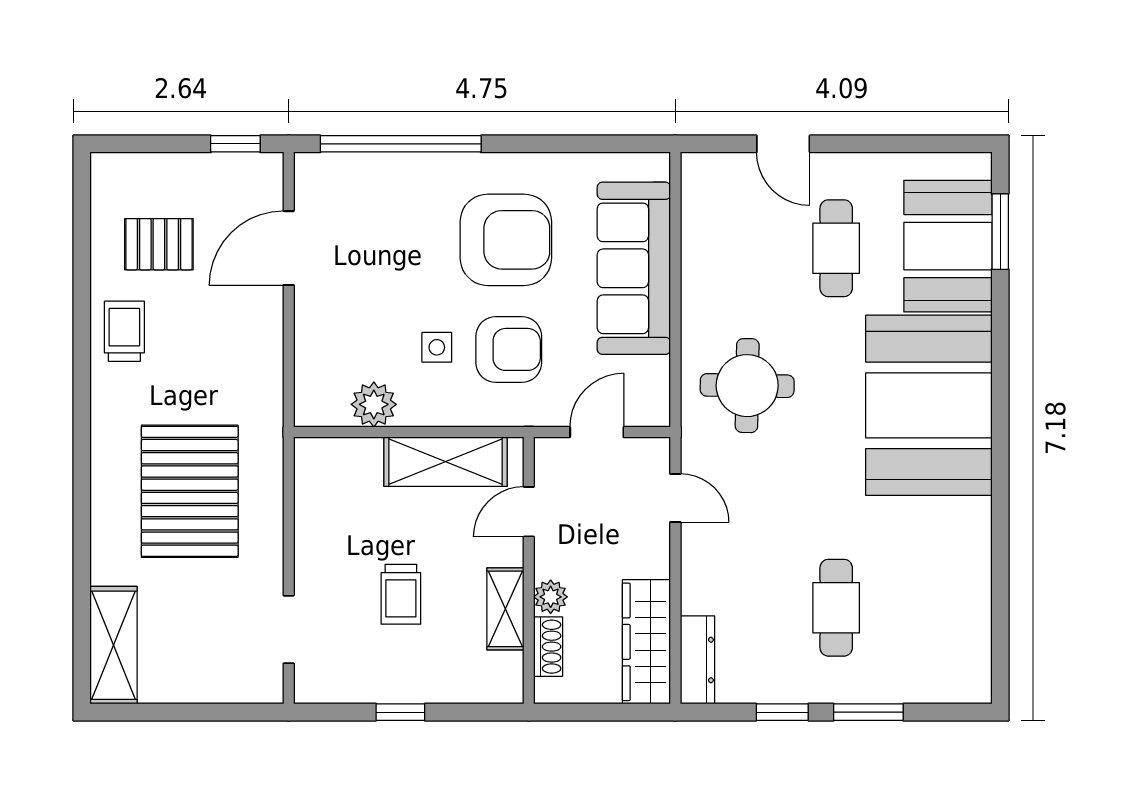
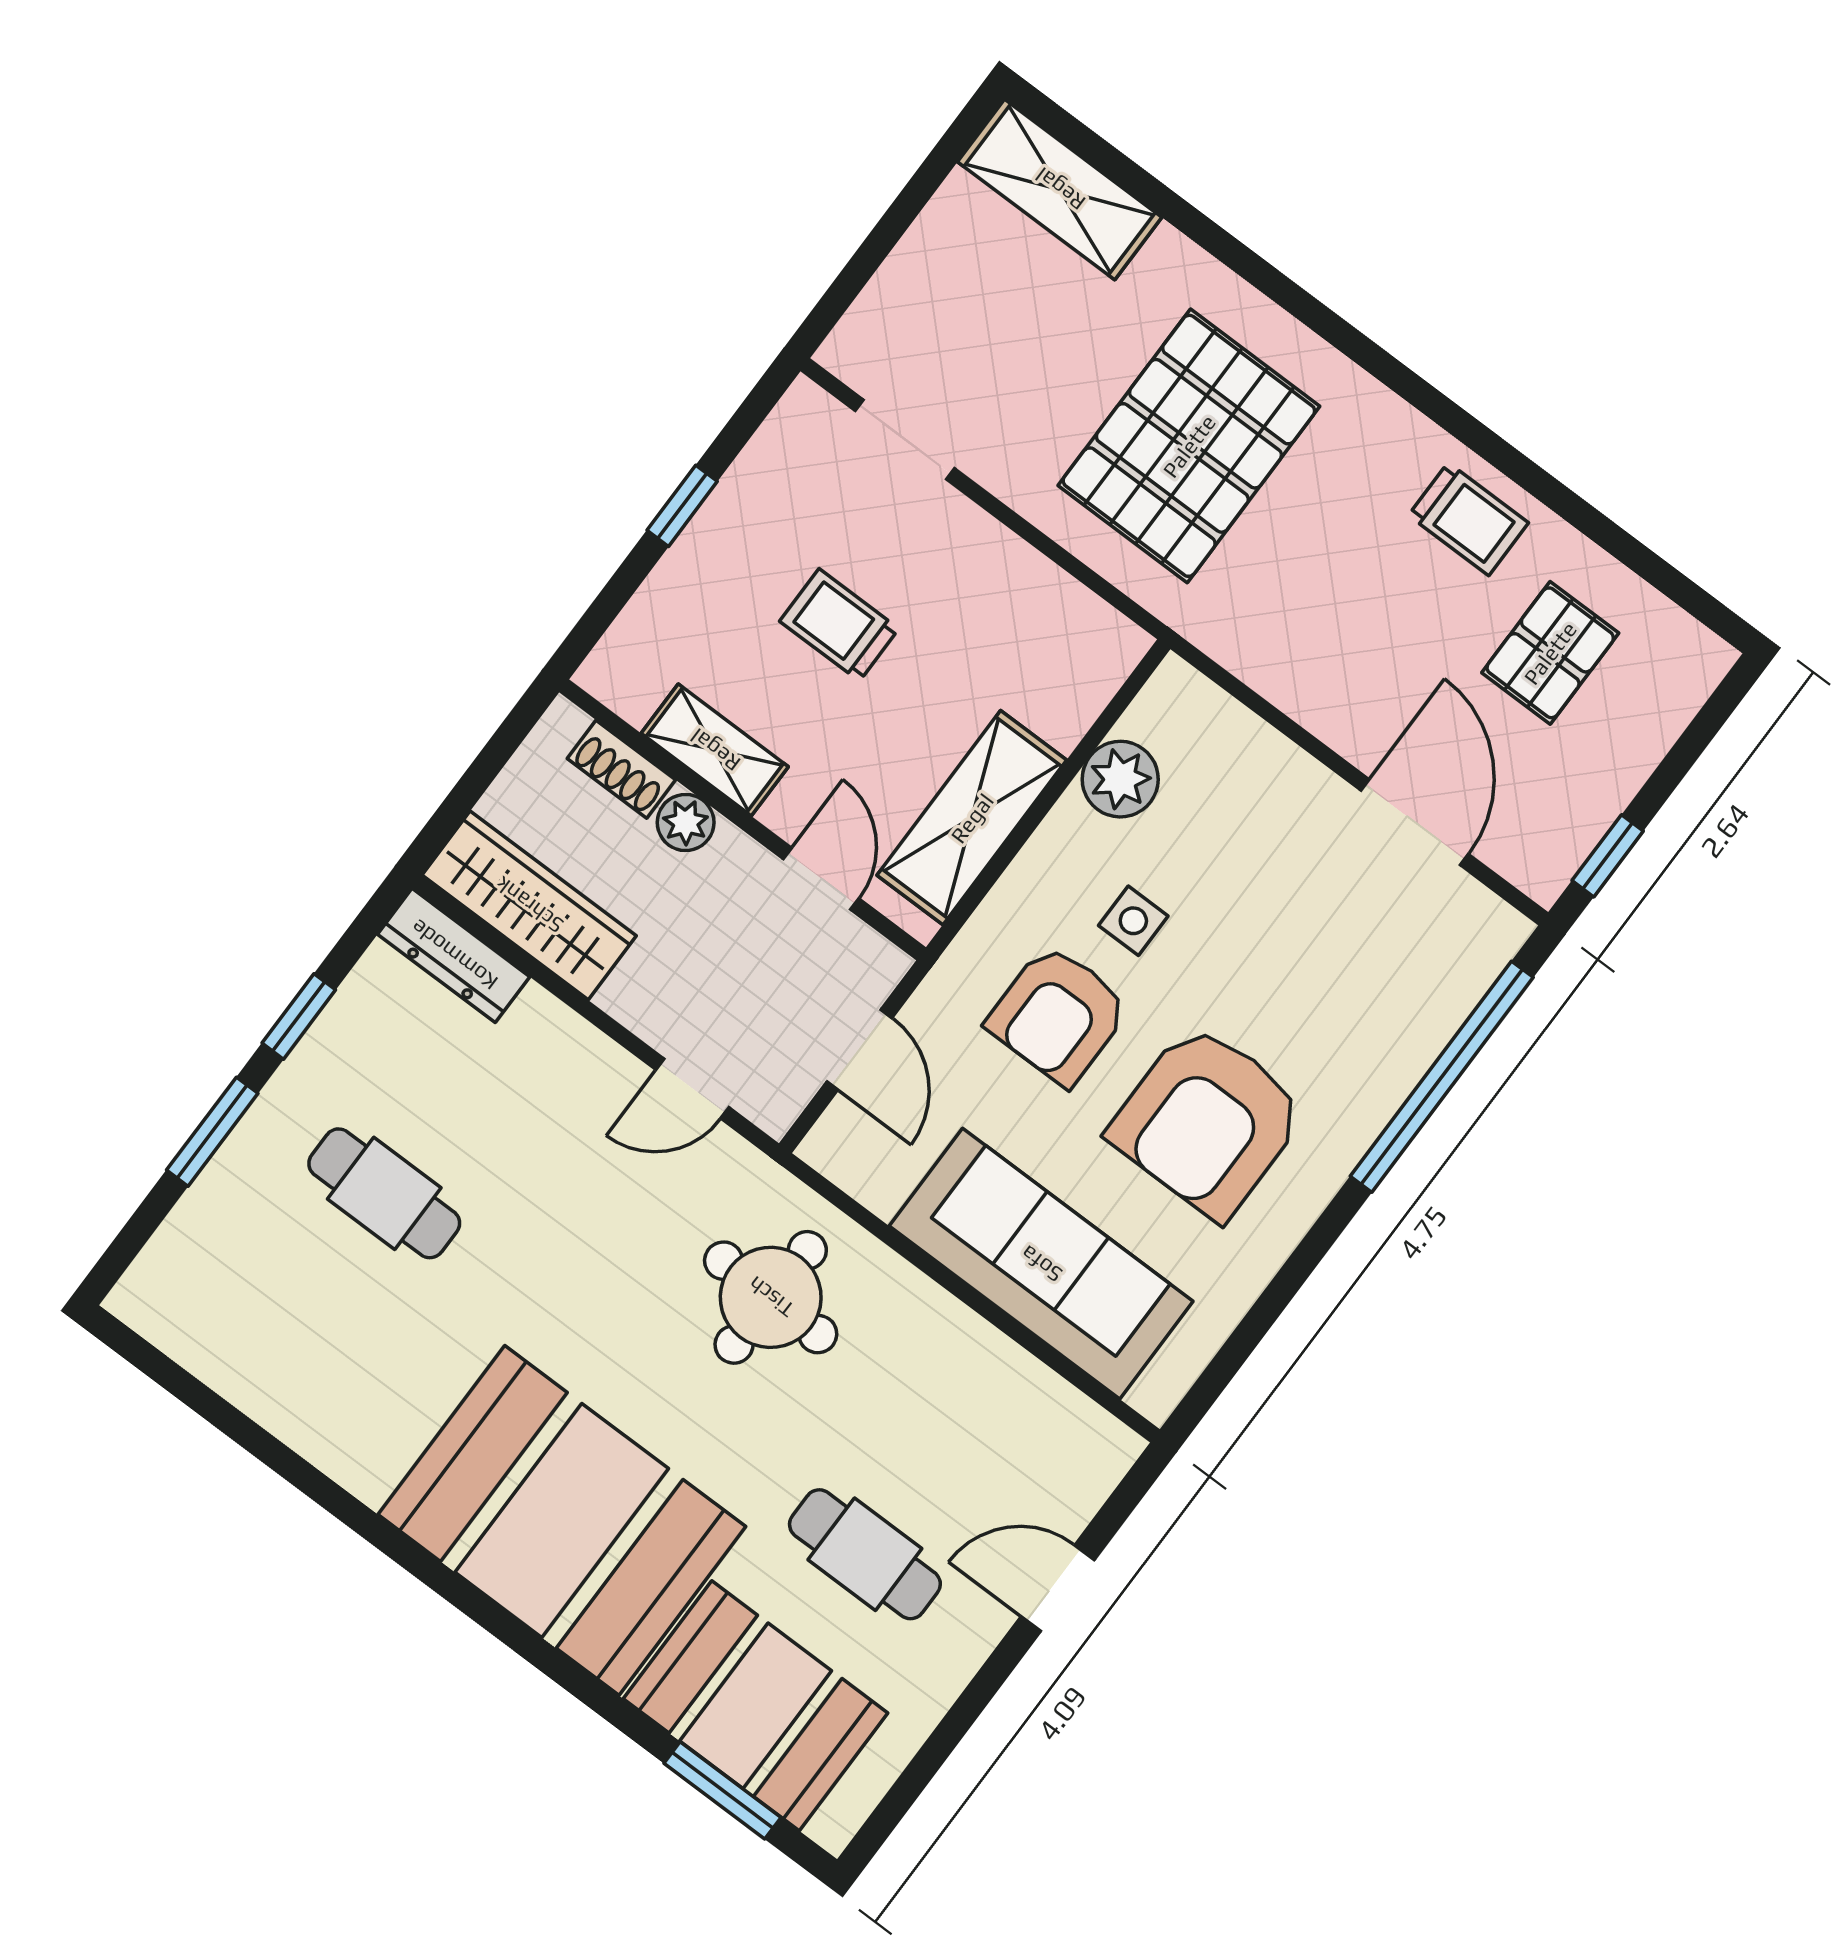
pallet: (190, 491) -> (1189, 446), turned 90

